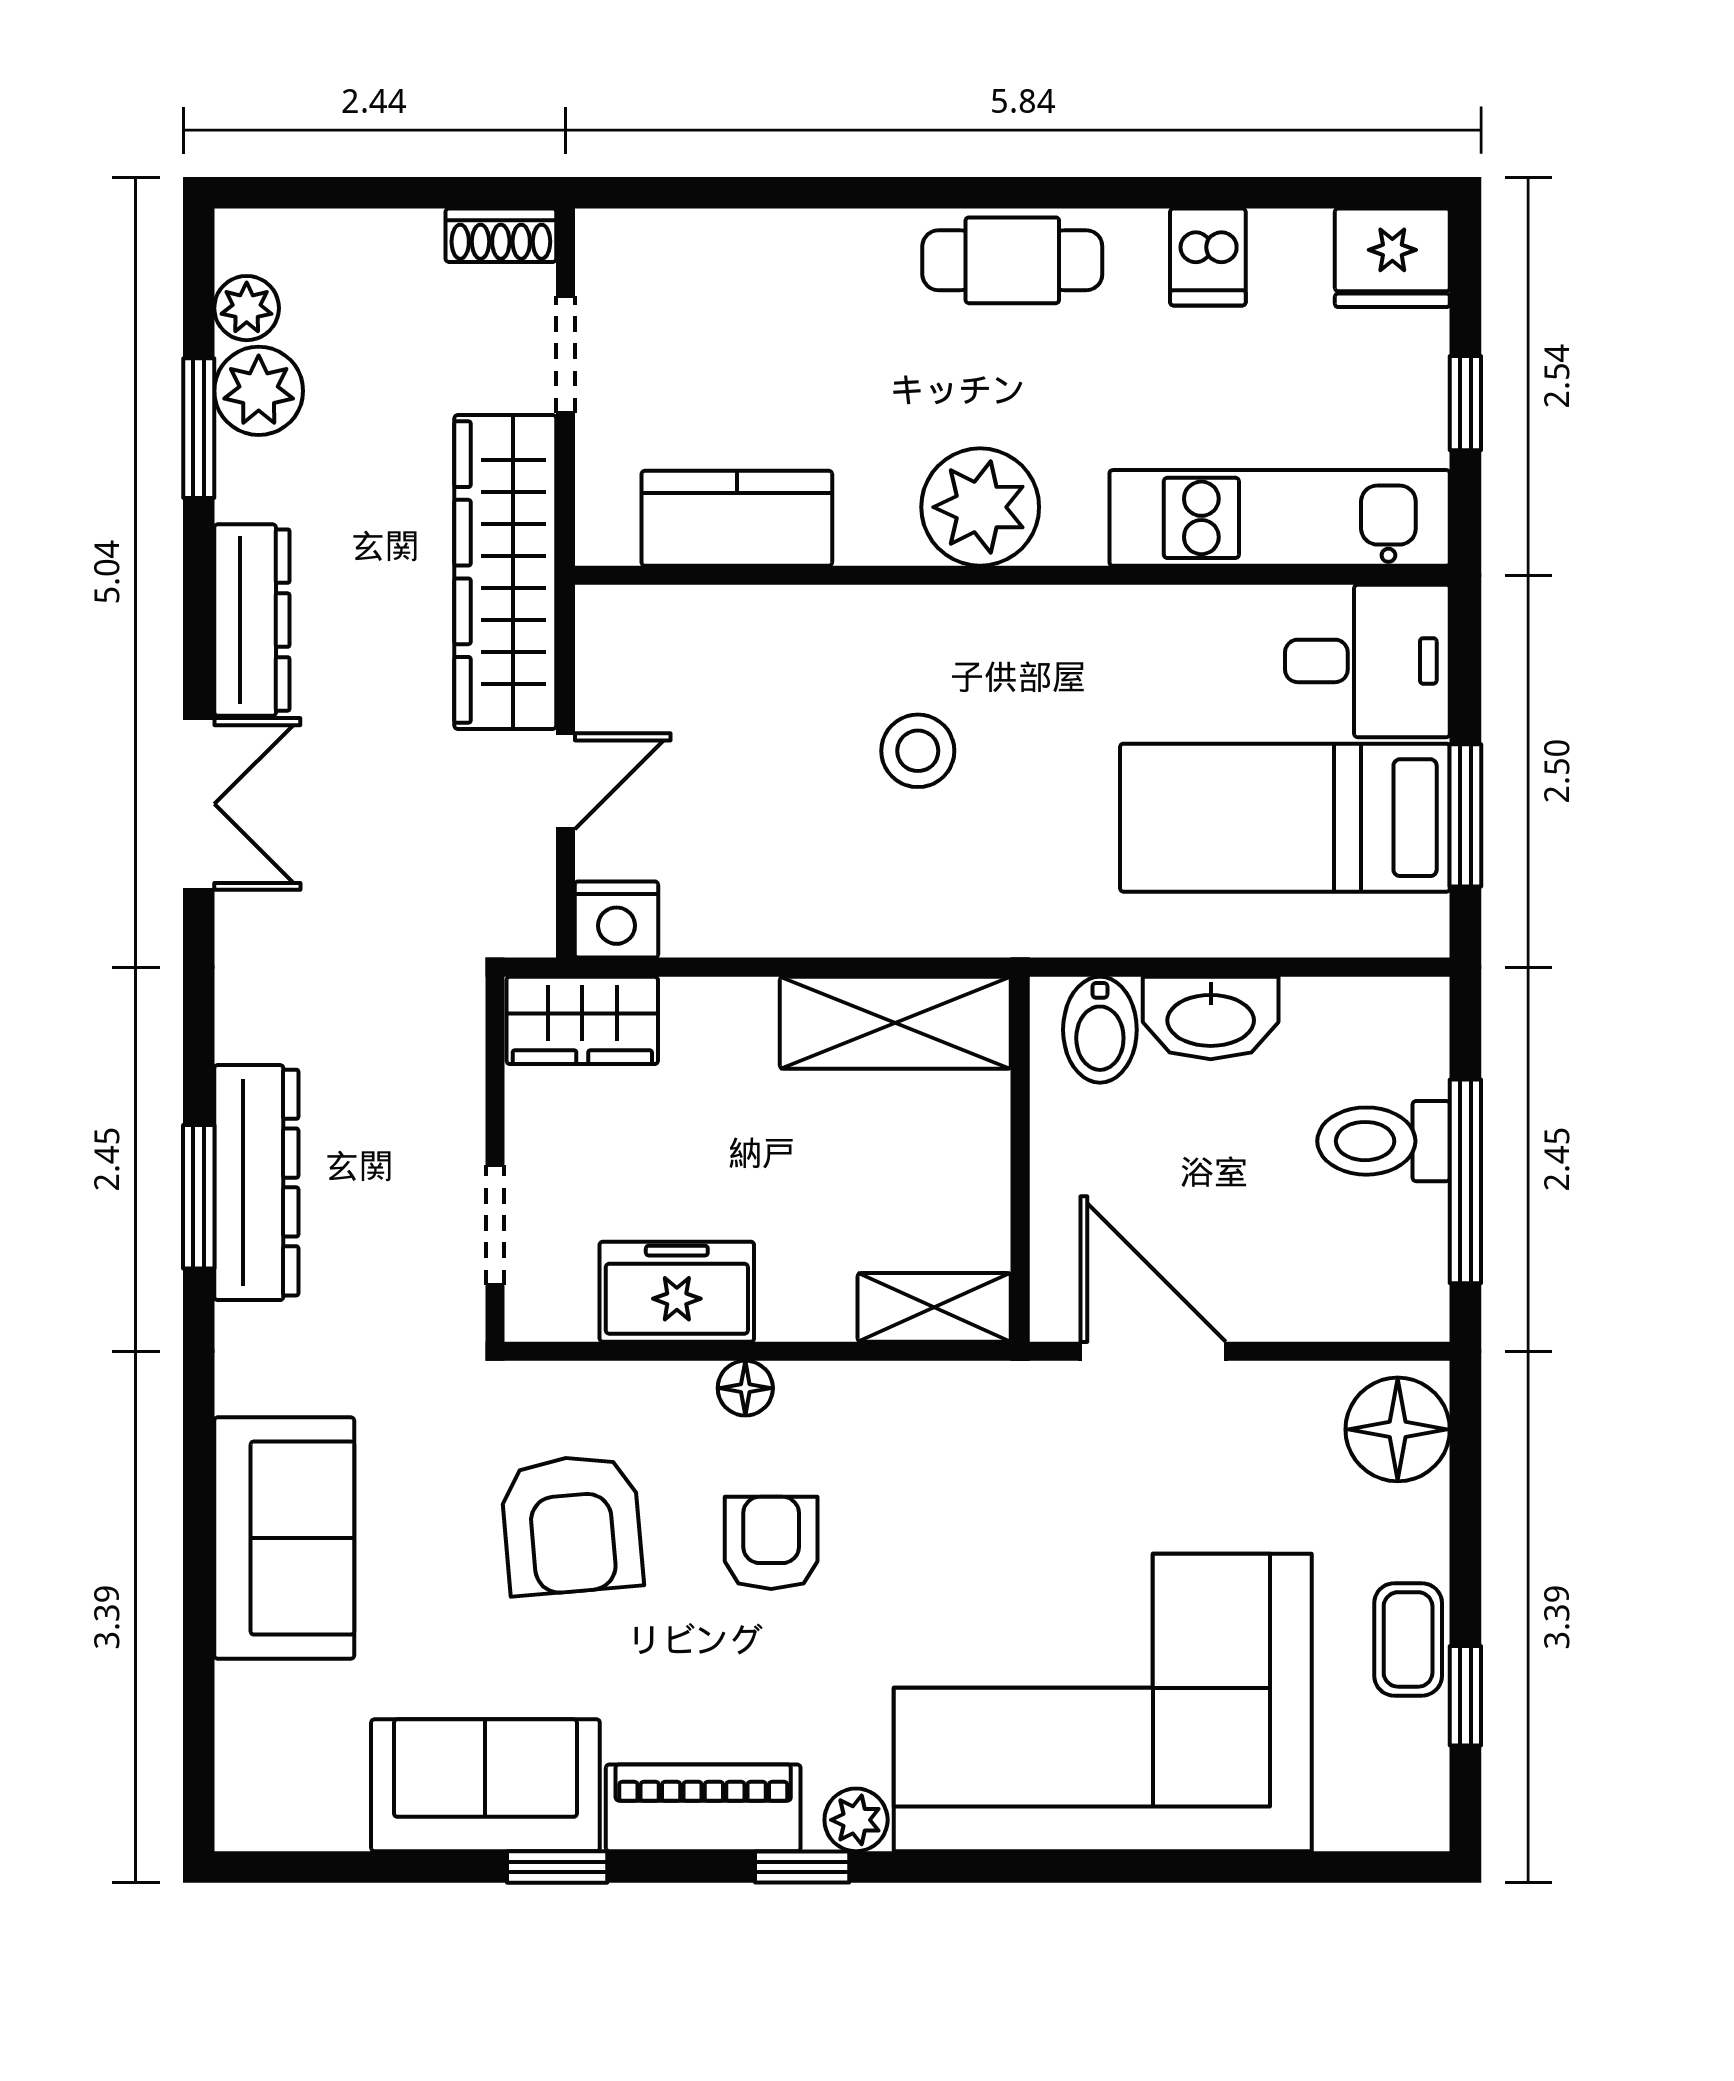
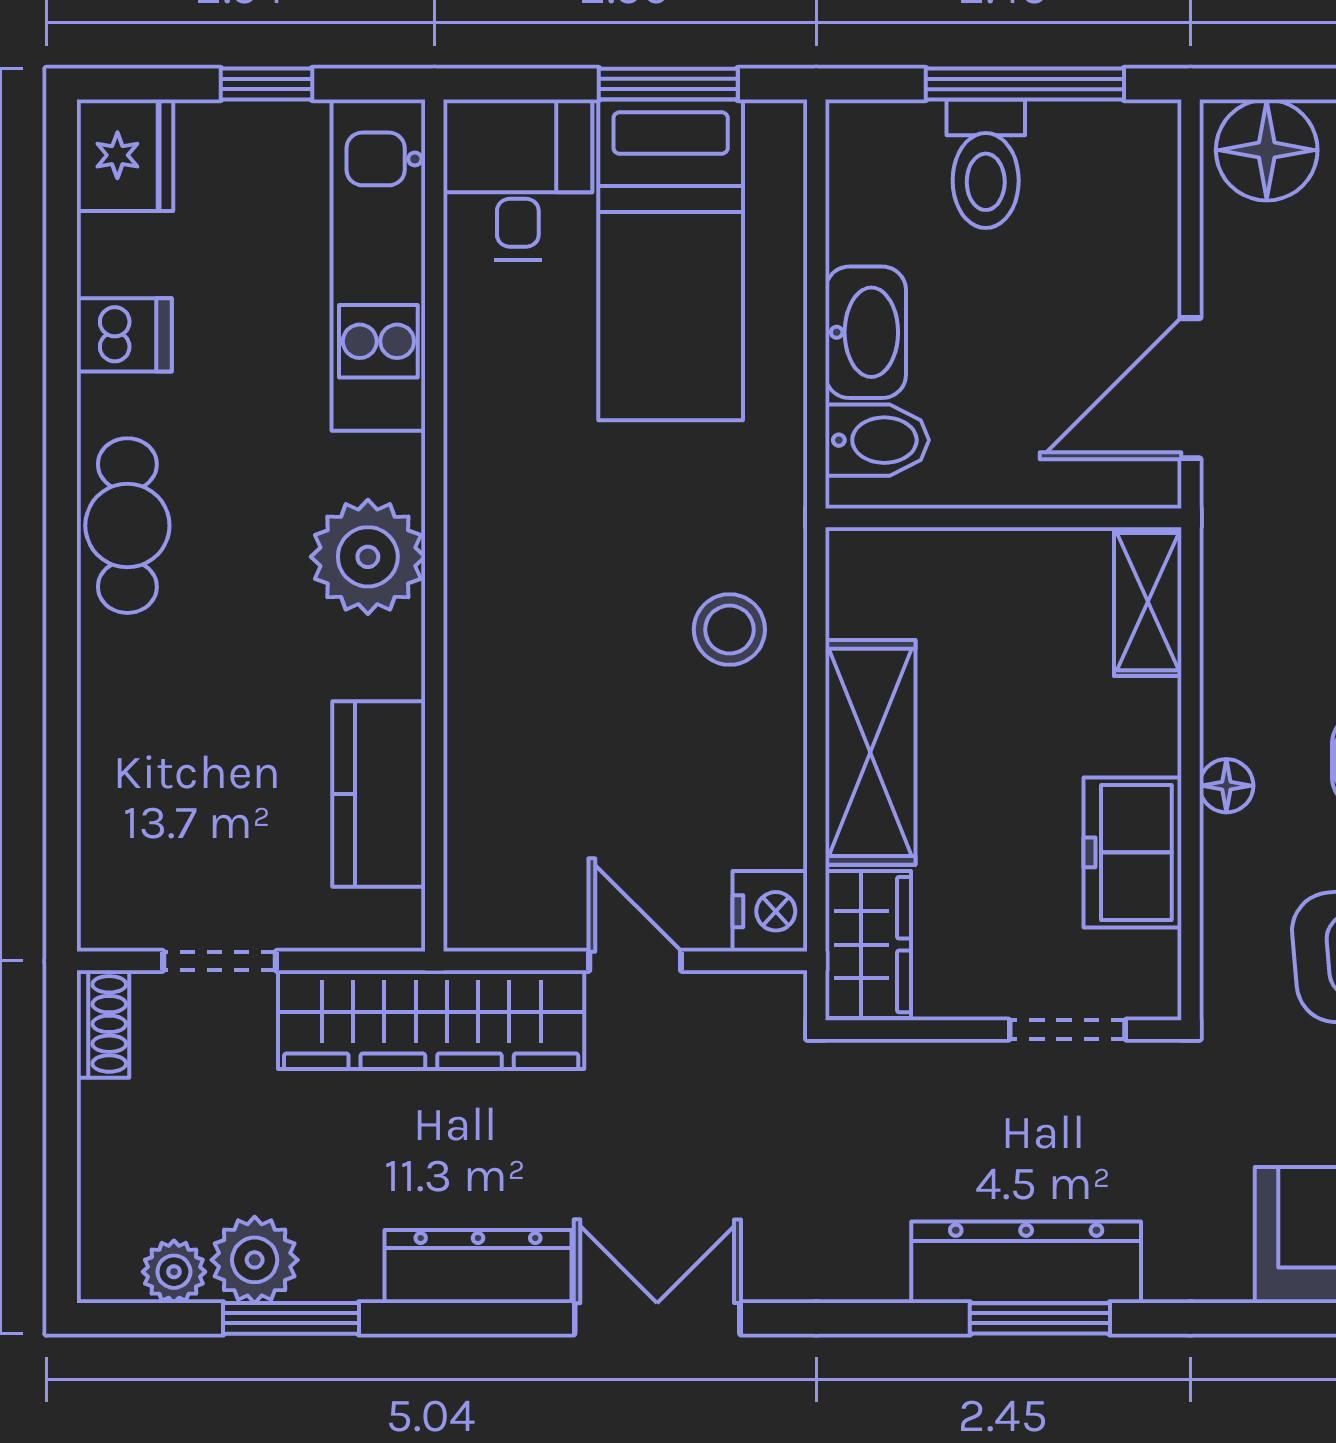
stool: (918, 751) -> (729, 630), moved
shelving: (895, 1023) -> (870, 752), moved

